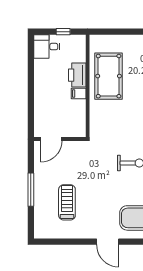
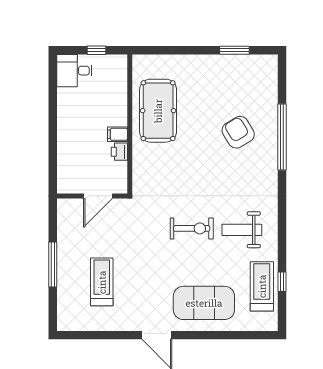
printer: (77, 75) -> (119, 152), moved, width x0.53, depth x0.68
door: (51, 139) -> (98, 196), moved

